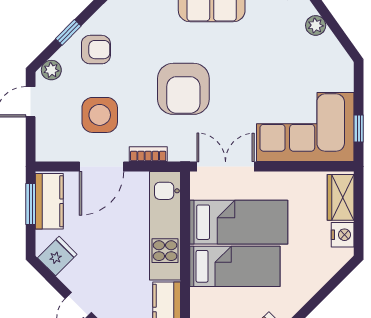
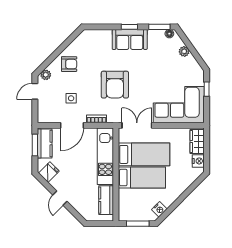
window: (68, 32) -> (55, 55), removed
side table: (100, 115) -> (71, 98), width x0.54, depth x0.54
window: (359, 128) -> (207, 89), moved

